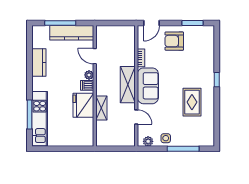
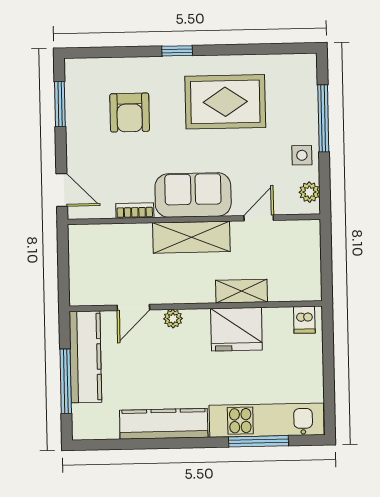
armchair: (174, 41) -> (130, 113), moved
kitchen counter: (39, 63) -> (164, 424), width x1.50
dishwasher: (87, 85) -> (304, 320), moved
rug: (192, 102) -> (225, 102), width x1.36, depth x1.43

